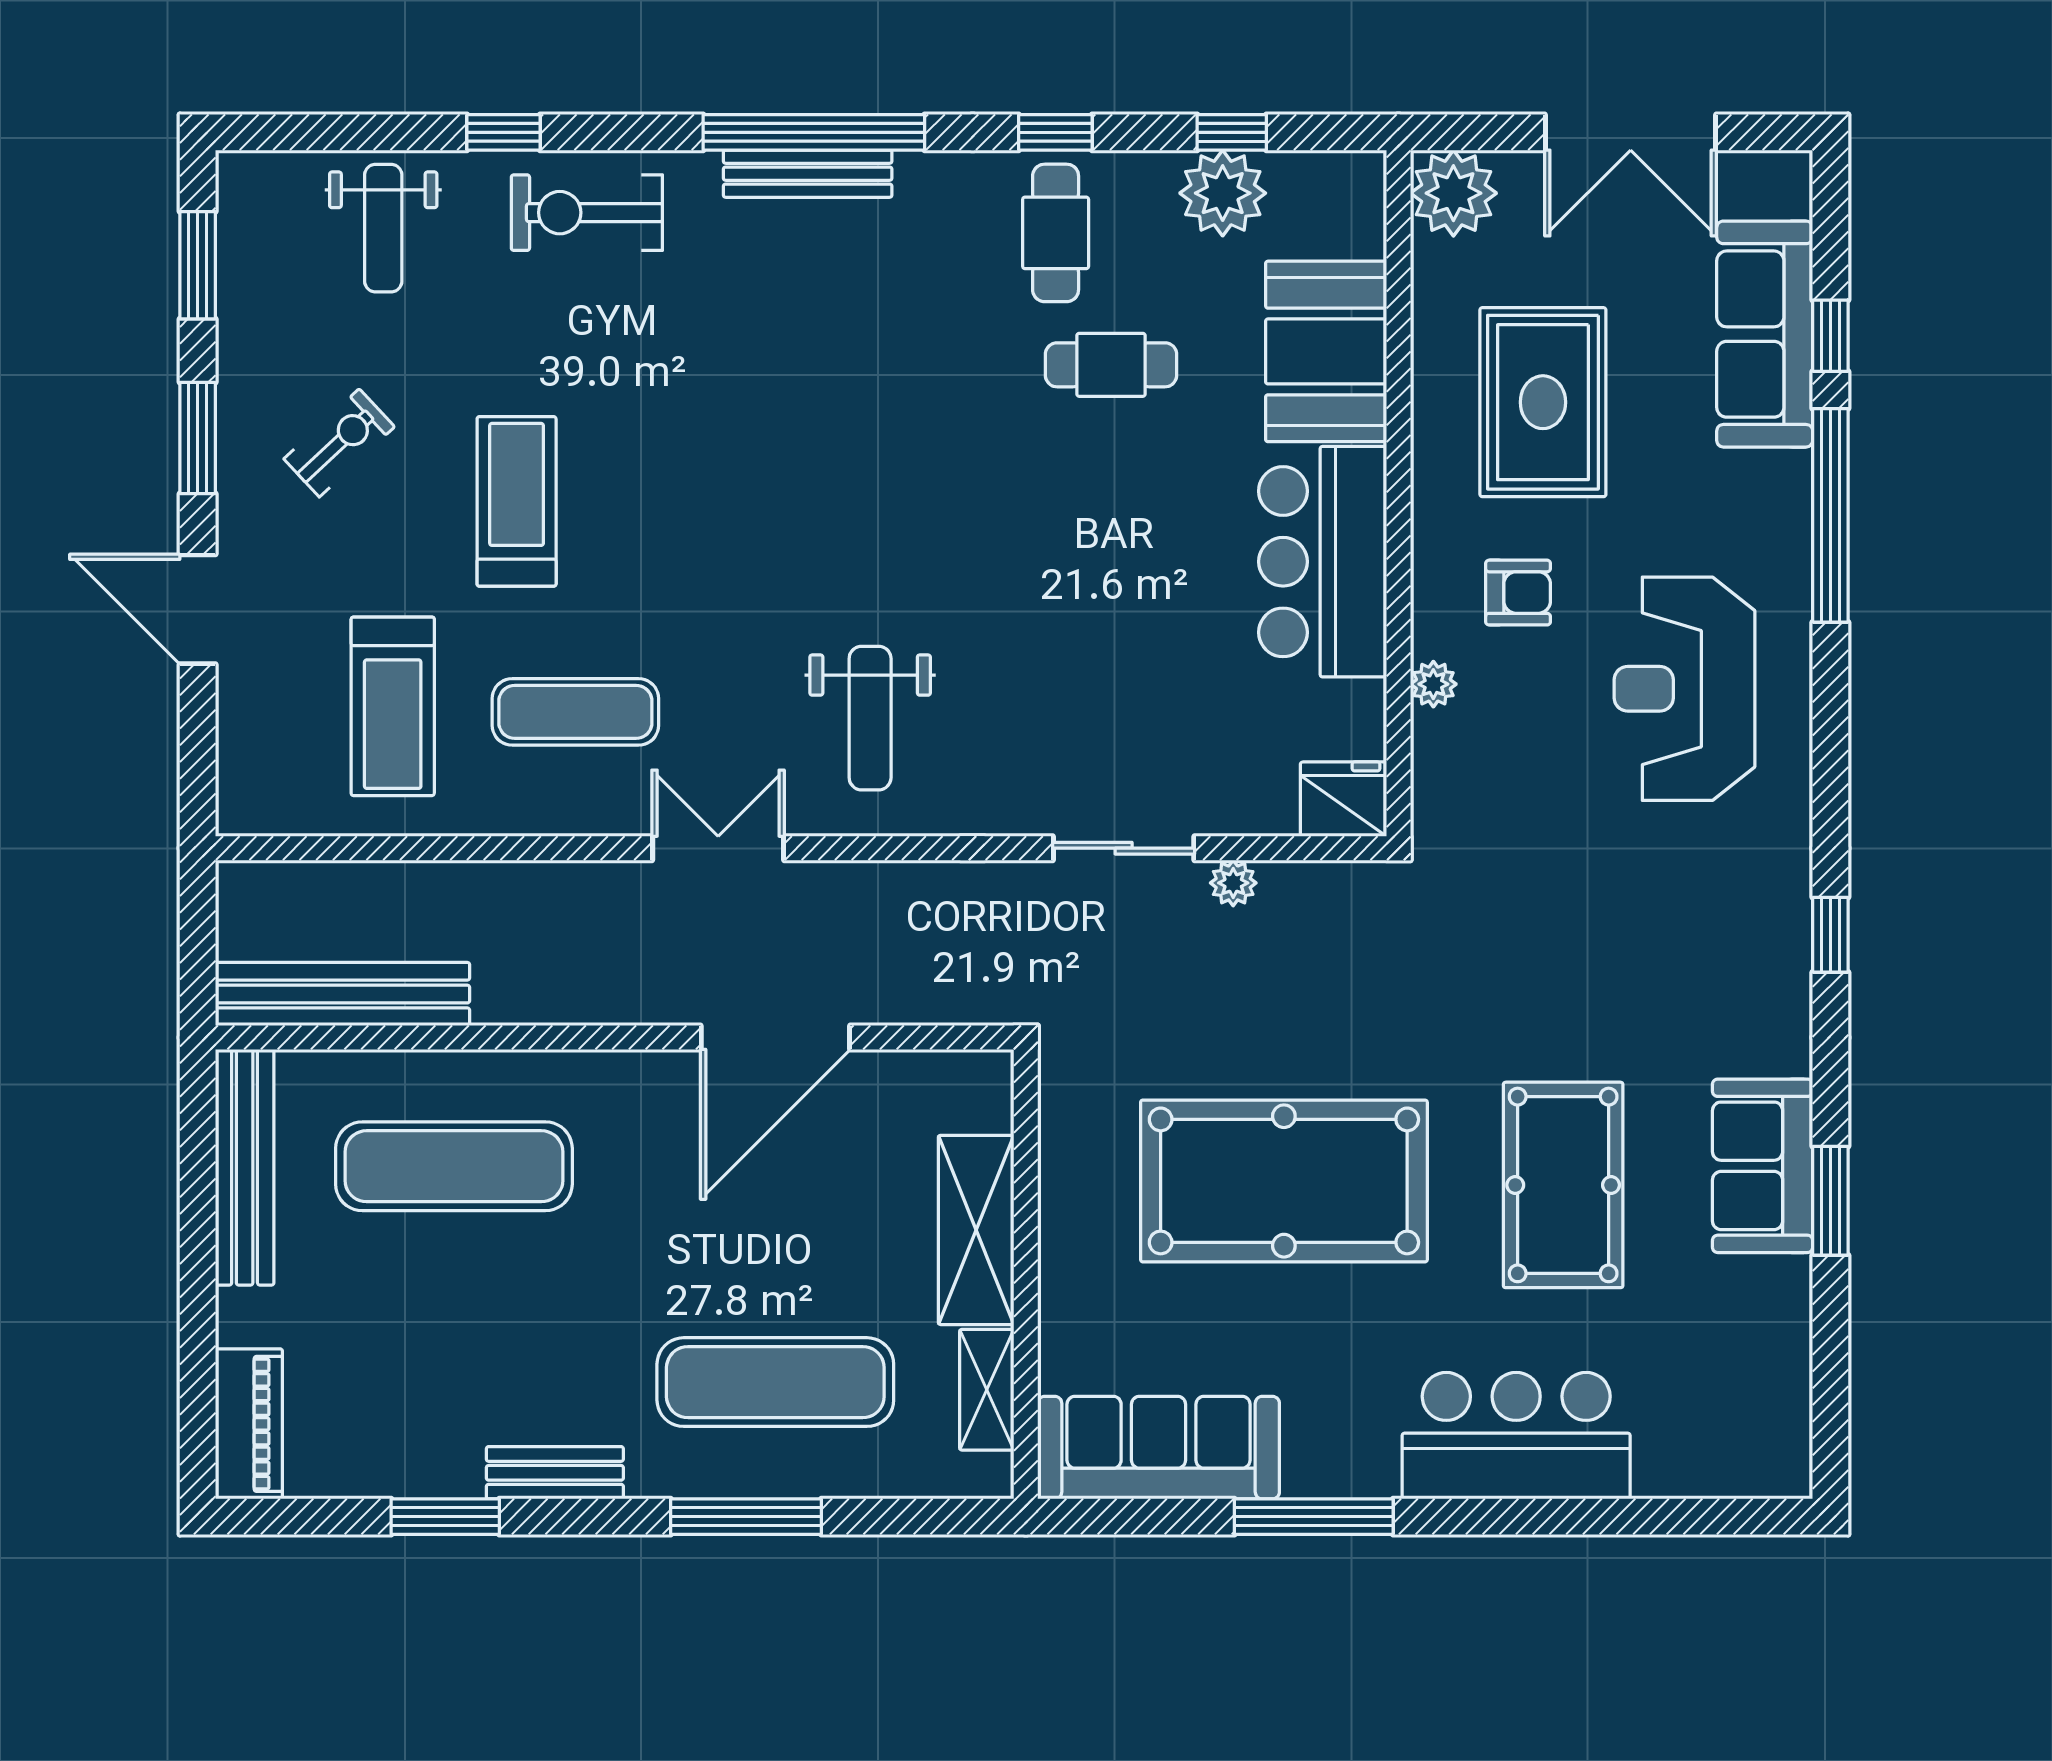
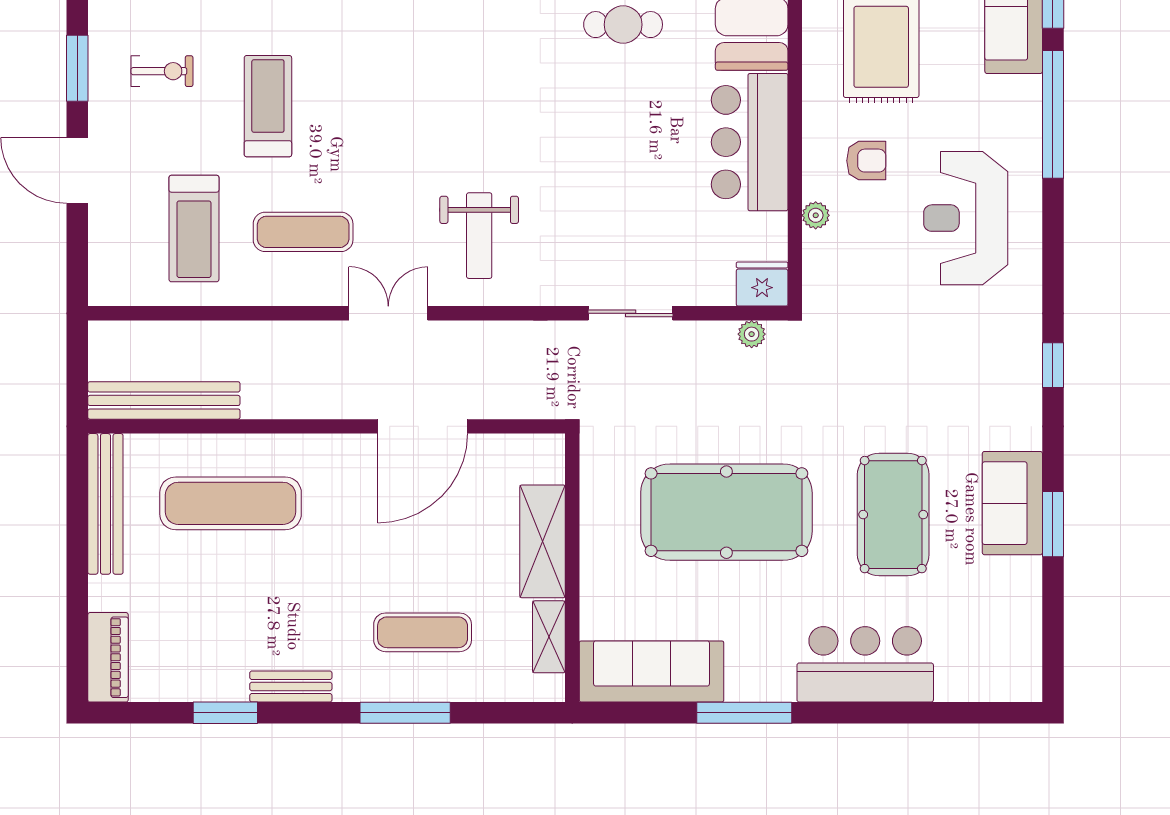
exercise bike: (339, 443) -> (162, 71), turned 43
plant: (1233, 883) -> (752, 334), moved
exercise mat: (775, 1382) -> (423, 632), width x0.73, depth x0.69

